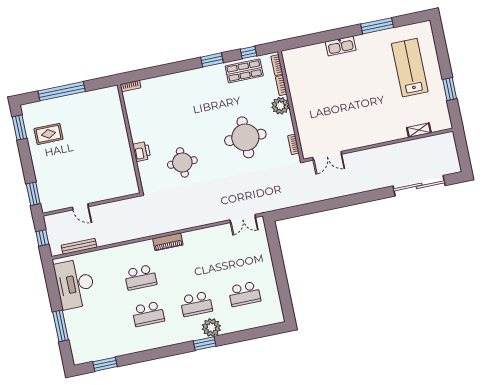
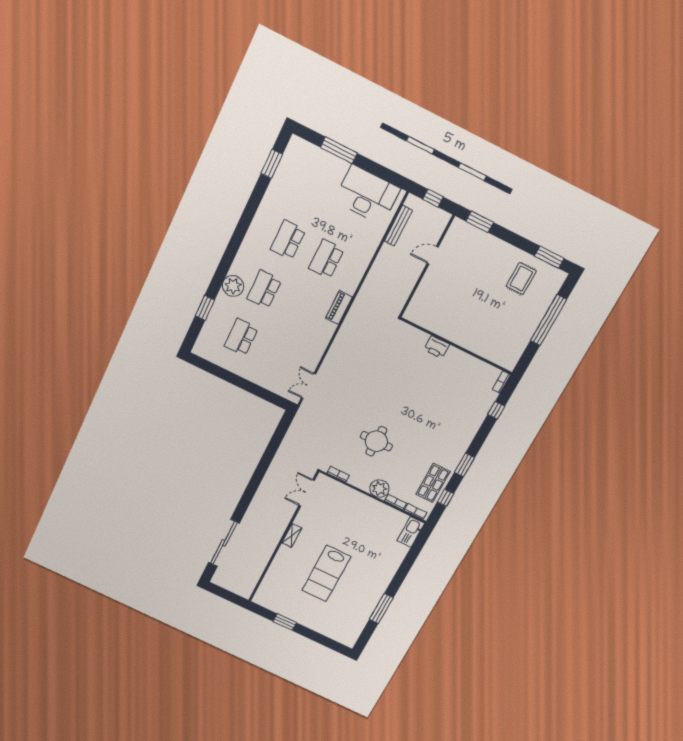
kitchen sink: (341, 46) -> (411, 532), moved
lab bench: (410, 68) -> (326, 573), moved, turned 90
window: (154, 72) -> (496, 410), added
shelving: (419, 130) -> (292, 535), moved
round table: (245, 137) -> (376, 441), width x0.73, depth x0.73
round table: (182, 162) -> (398, 374), removed
window: (205, 344) -> (205, 308), moved

